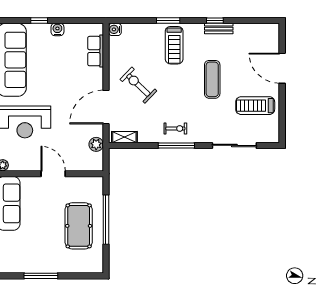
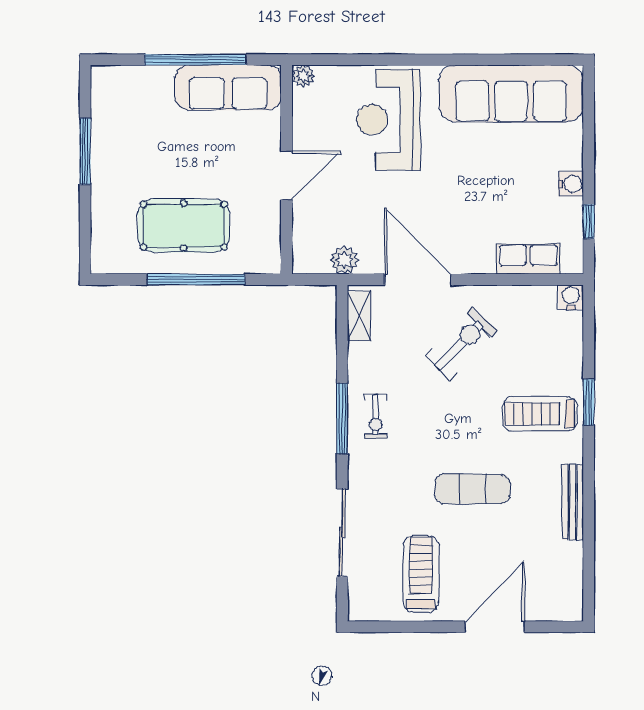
window: (39, 20) -> (589, 221), moved
window: (215, 20) -> (589, 494), removed
bench: (219, 29) -> (573, 502), width x1.36

